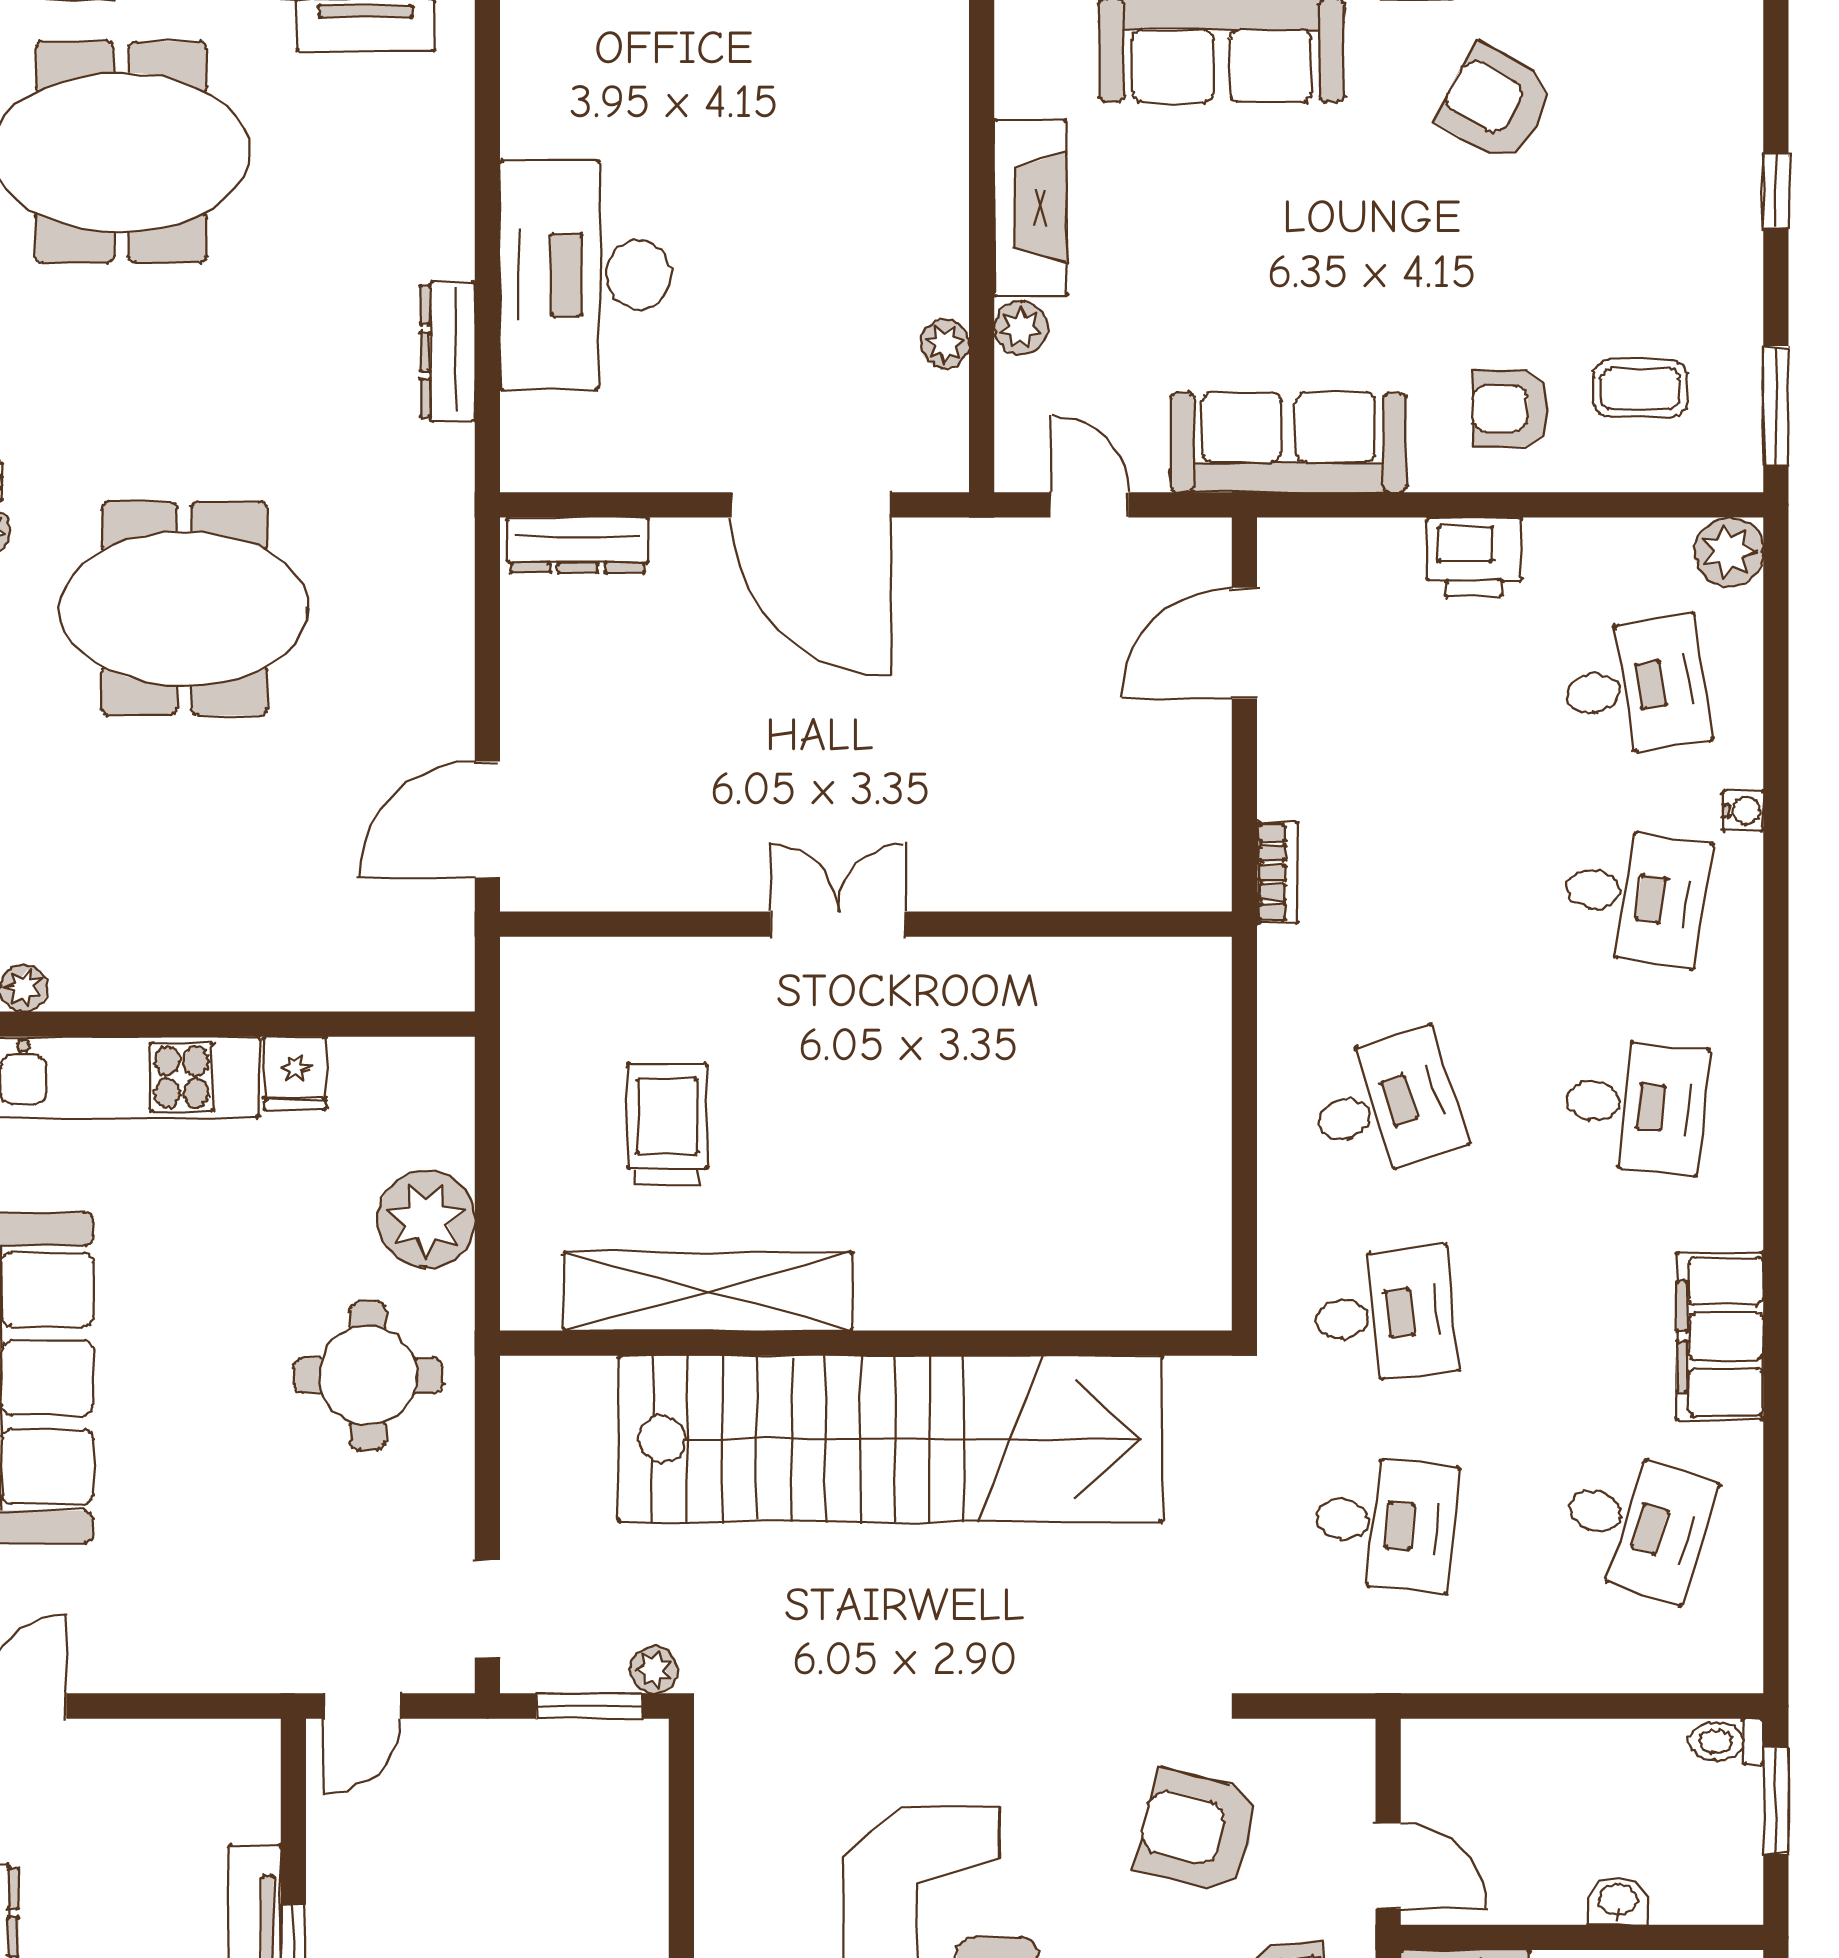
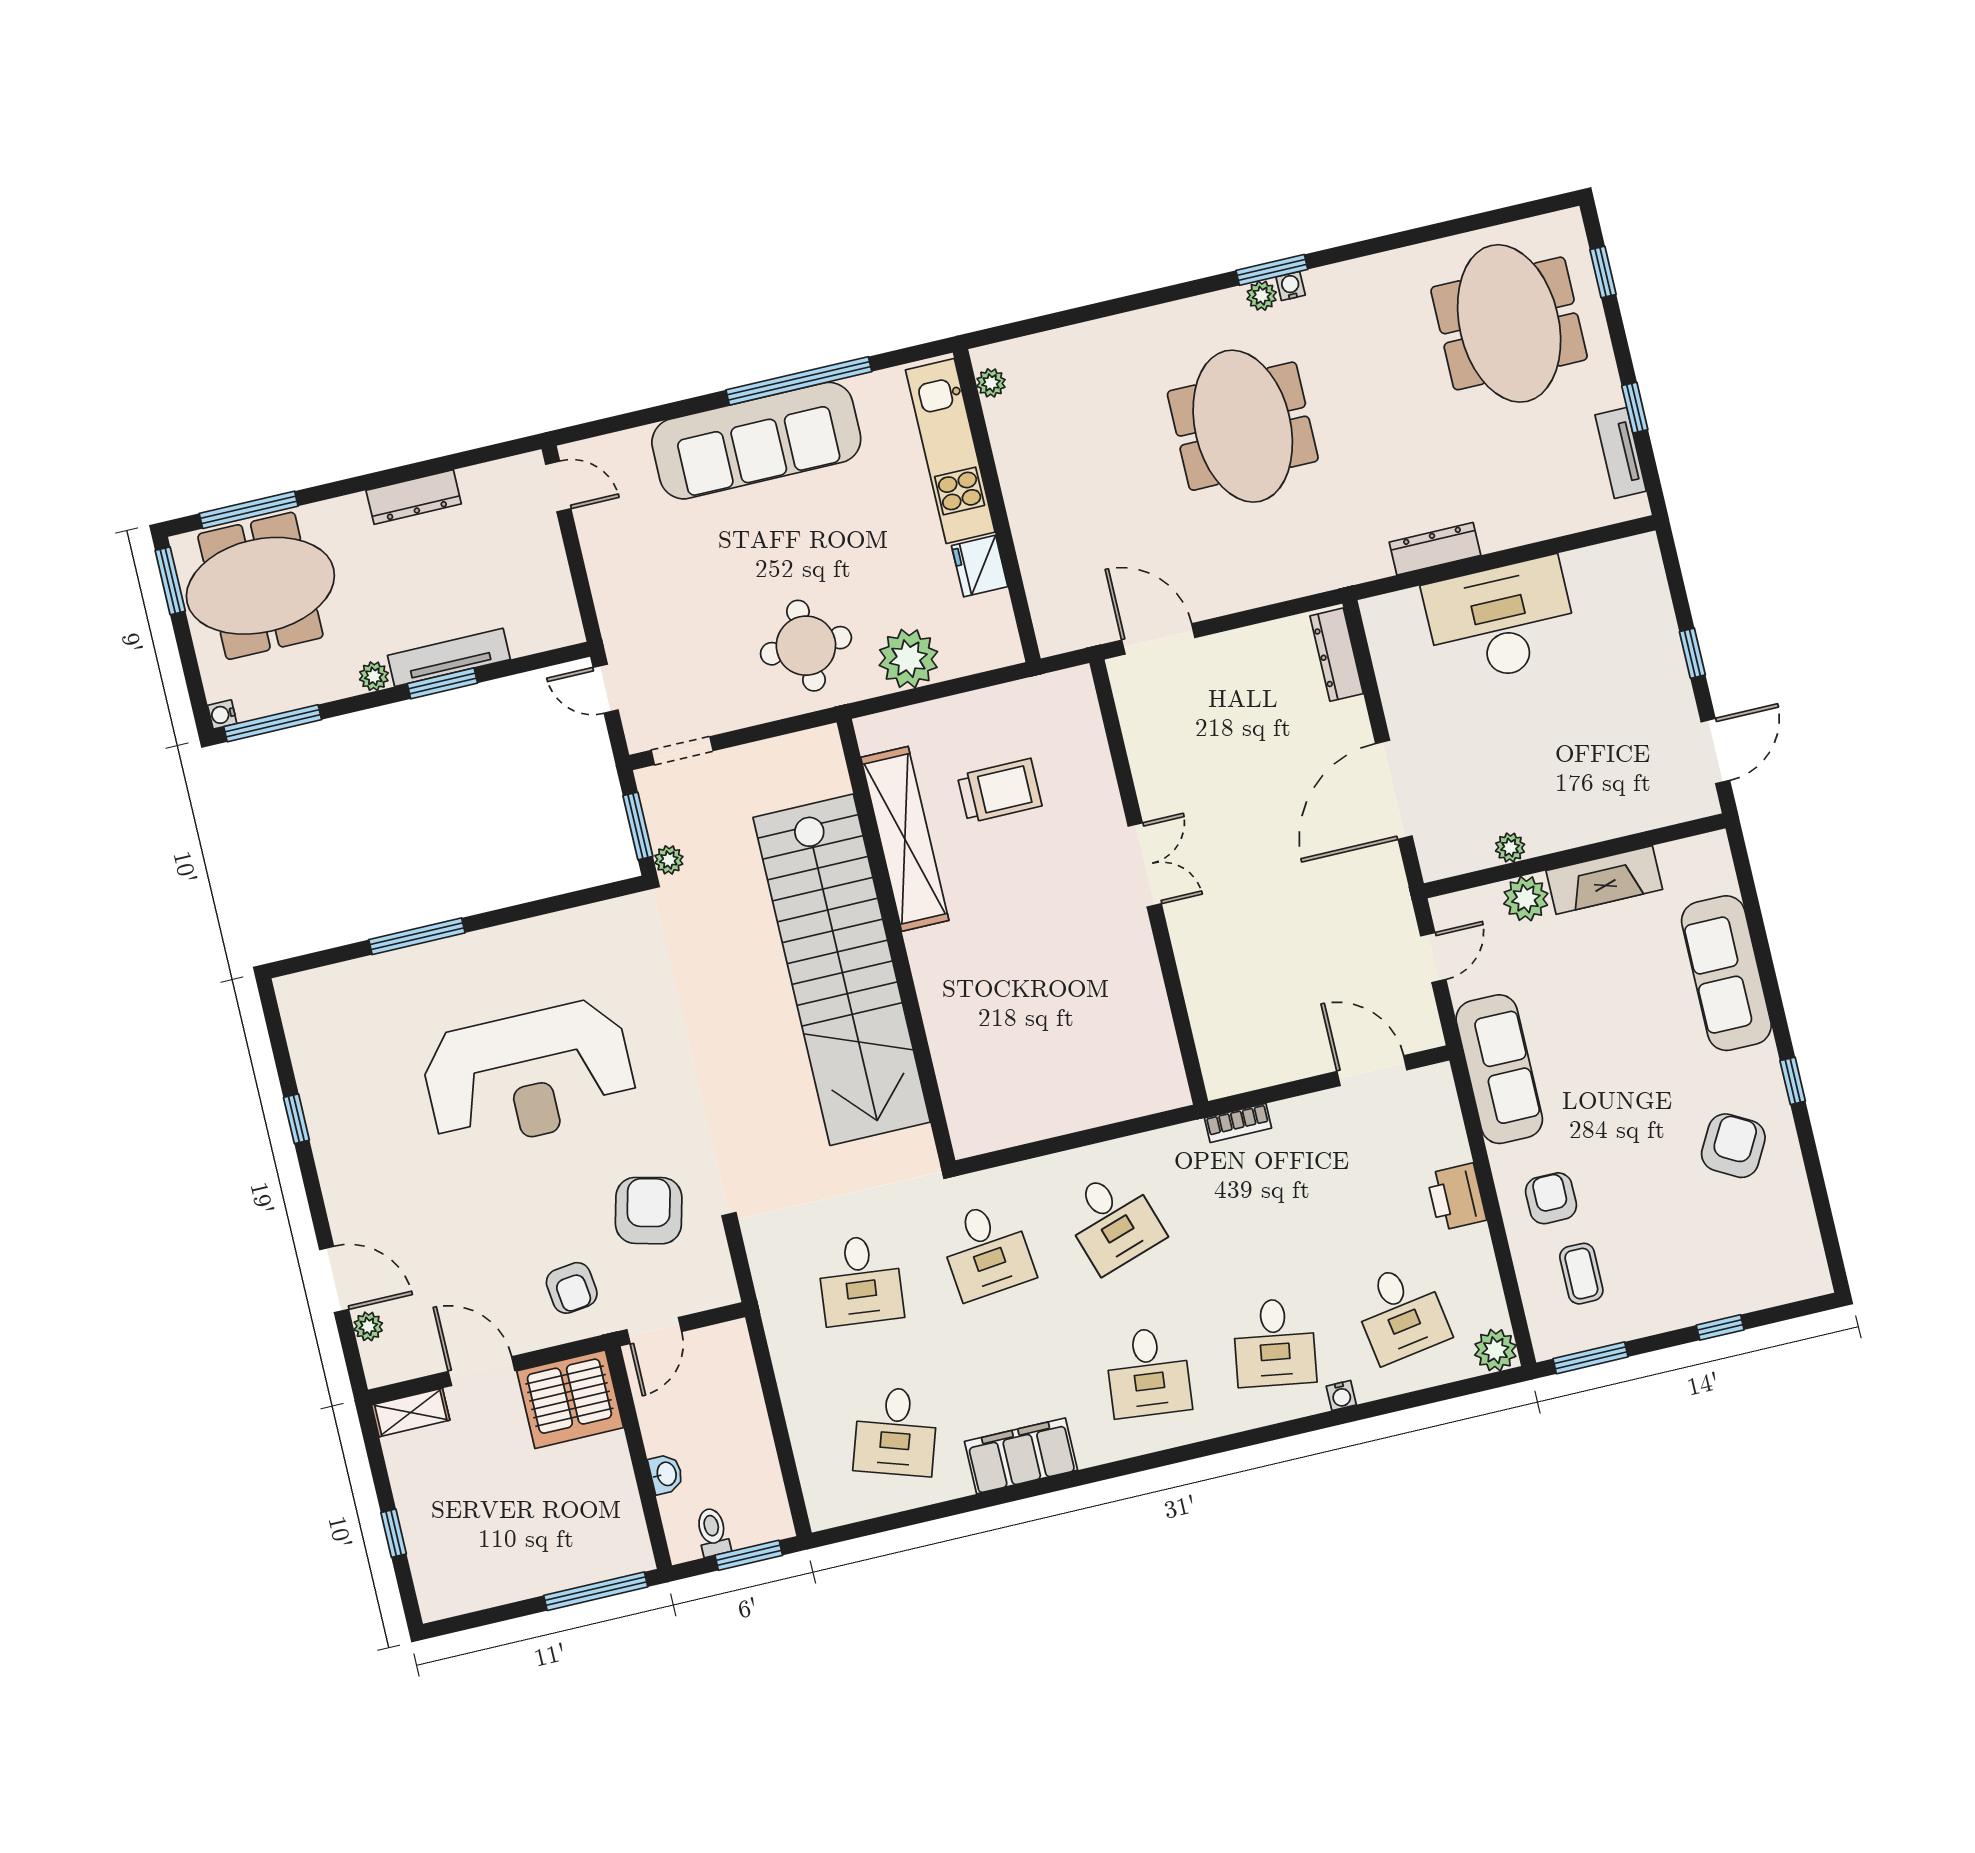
plant: (1021, 328) -> (1526, 899), width x1.38, depth x1.38
fridge: (295, 1073) -> (980, 566), width x1.38
toilet: (1726, 1741) -> (713, 1532), moved

